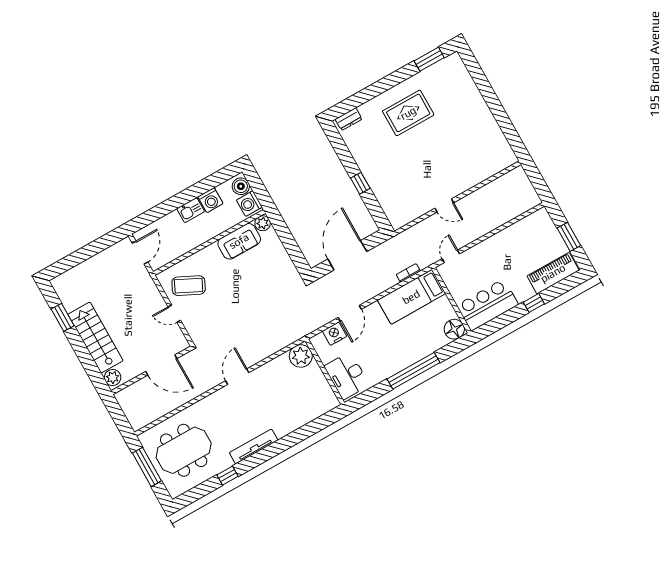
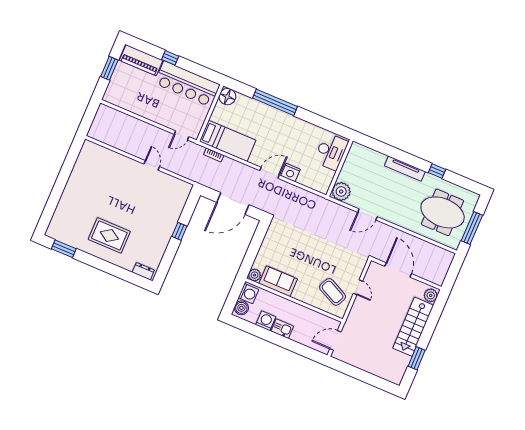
bar counter: (488, 305) -> (187, 84), width x1.36
plant: (301, 356) -> (341, 192), moved
wall: (325, 372) -> (339, 168), moved
desk: (347, 376) -> (331, 152), moved

